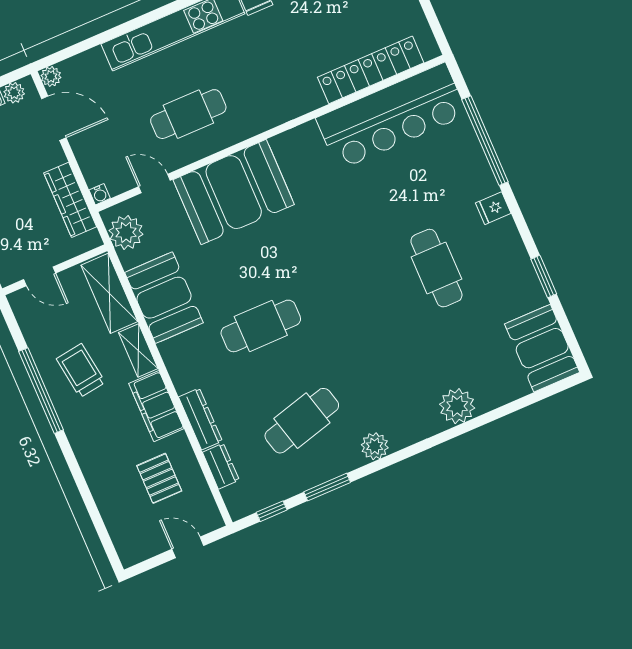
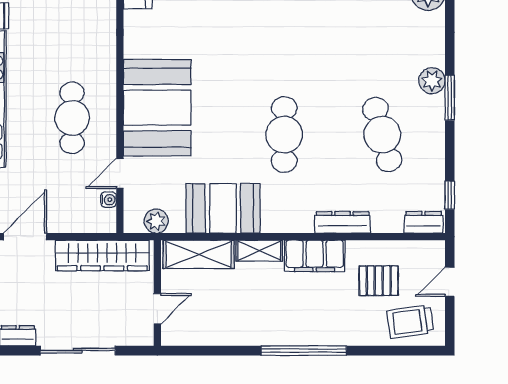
water cooler: (100, 194) -> (109, 200), moved
wardrobe: (70, 200) -> (102, 255), width x1.40, depth x1.17
plant: (126, 232) -> (156, 221), width x0.73, depth x0.73
trolley: (81, 371) -> (410, 322), moved
window: (41, 391) -> (304, 351), moved
dresser: (221, 466) -> (423, 222), moved
window: (327, 487) -> (450, 98), moved

